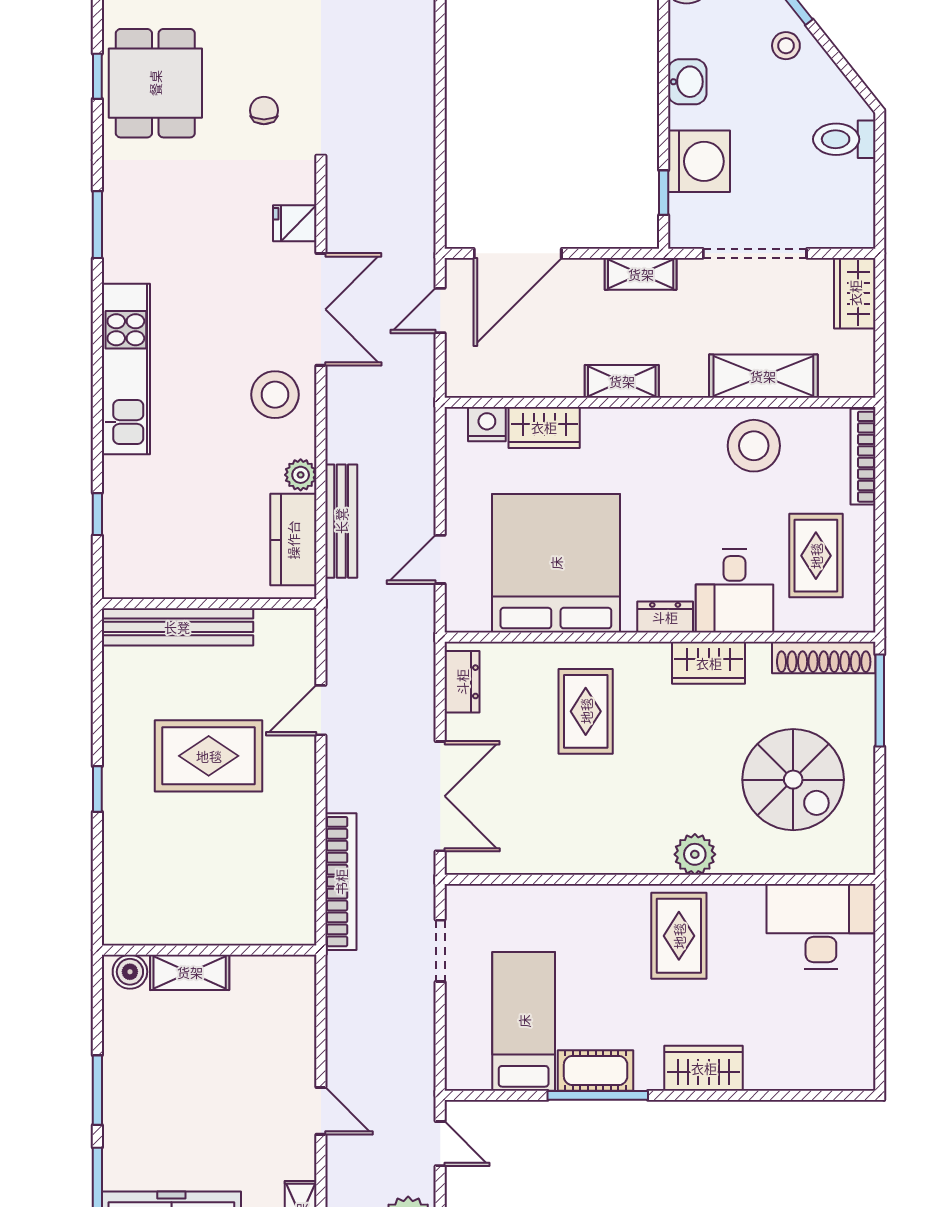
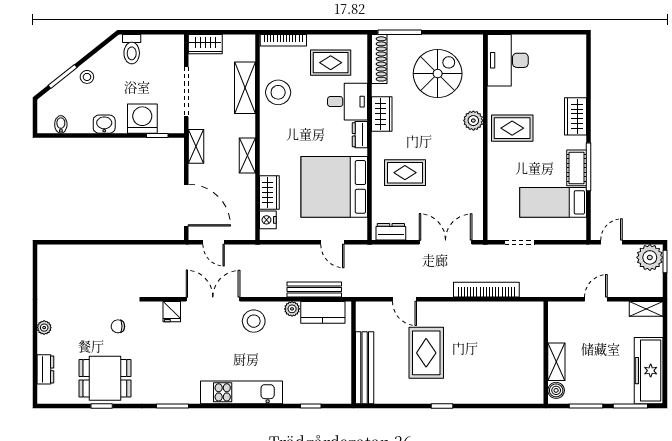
wall: (209, 950) -> (546, 353), moved
boiler: (130, 972) -> (556, 390), moved
shelving: (190, 972) -> (556, 362), moved

